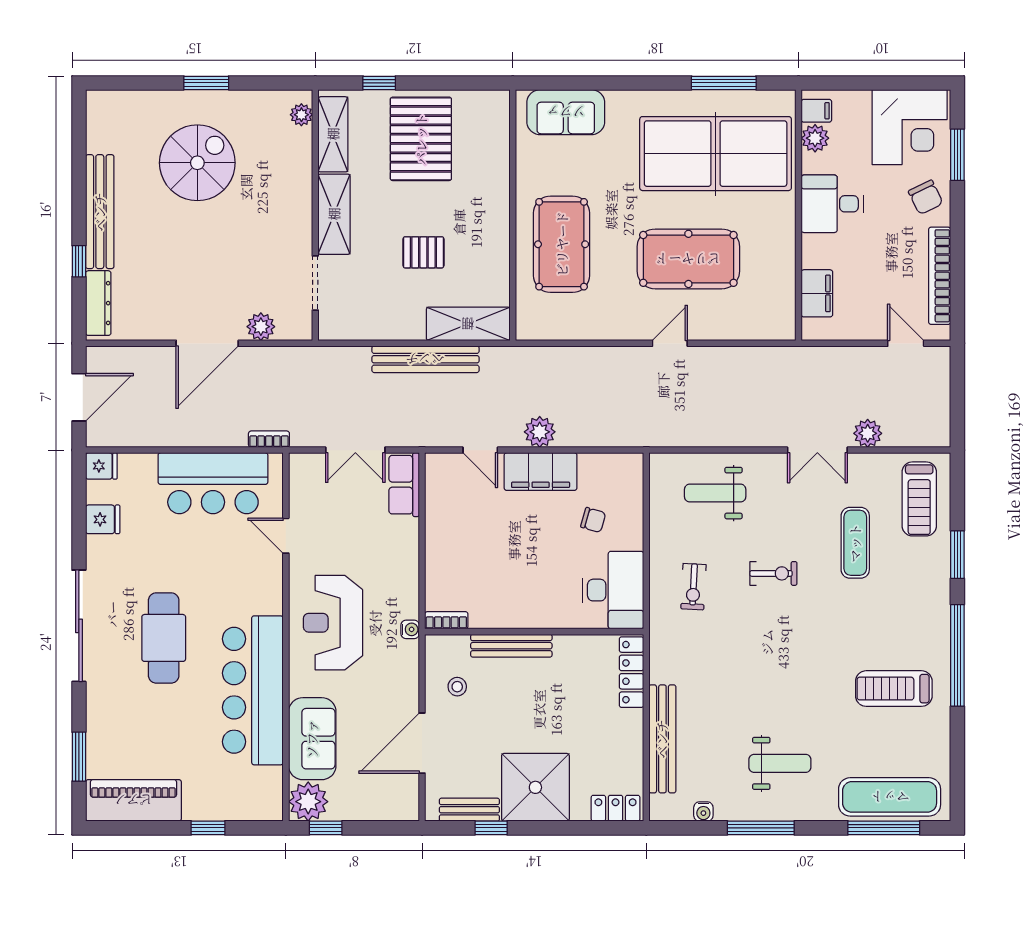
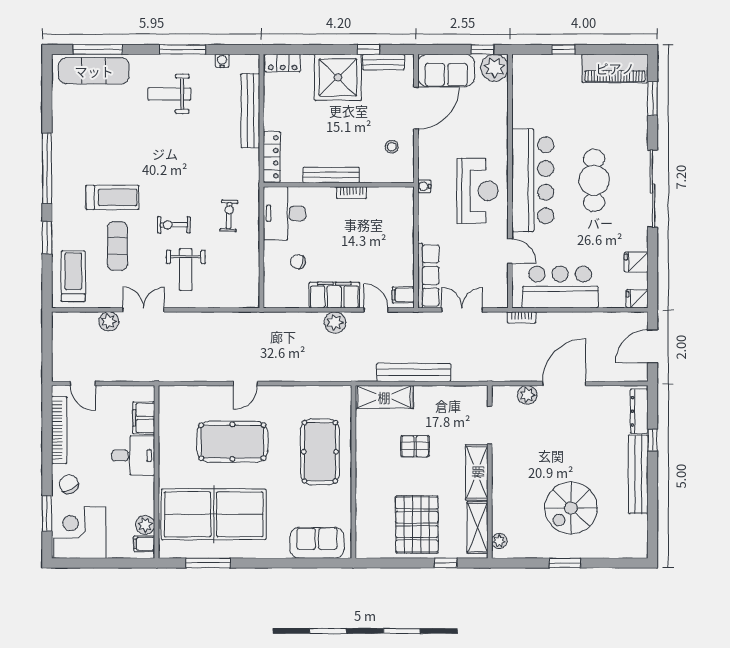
desk: (832, 204) -> (133, 456), moved
filing cabinet: (441, 472) -> (403, 295), added
row of seats: (404, 485) -> (428, 276), width x1.48
weight bench: (715, 493) -> (186, 270), moved, turned 90
bookcase: (446, 620) -> (352, 193), moved
bench: (511, 646) -> (331, 175), moved
treadmill: (894, 689) -> (112, 197), moved
bar counter: (253, 690) -> (533, 180), moved
sofa: (312, 739) -> (446, 70), moved, turned -90

